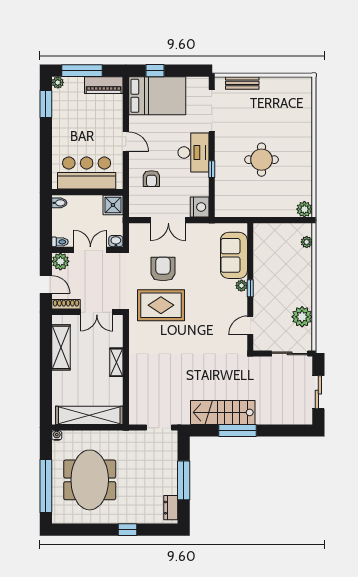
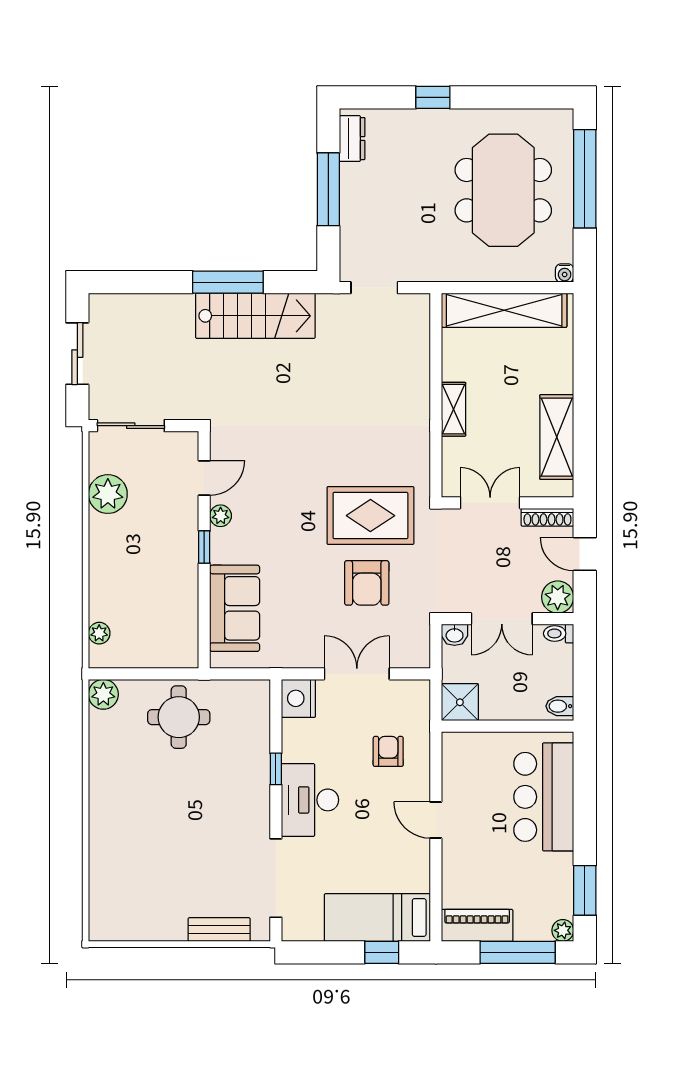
bed: (157, 96) -> (377, 918), width x0.67
round table: (262, 160) -> (179, 717), moved
bar counter: (87, 173) -> (544, 797), moved, turned 90
plant: (241, 286) -> (221, 516), moved

